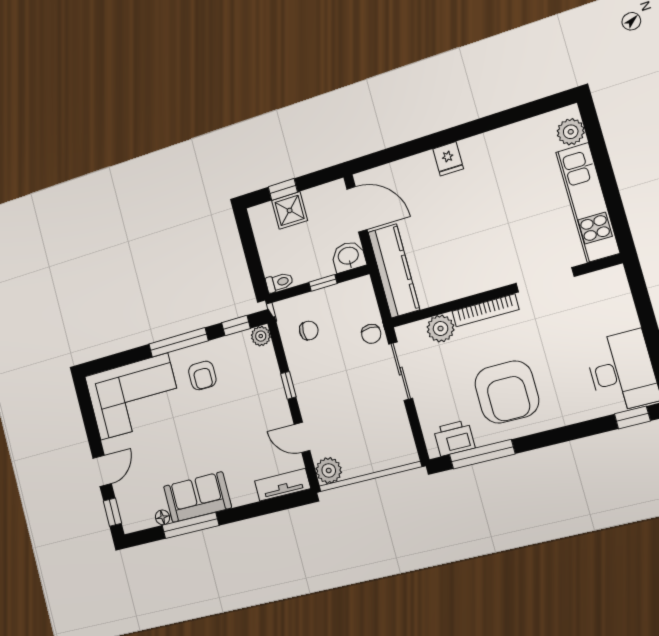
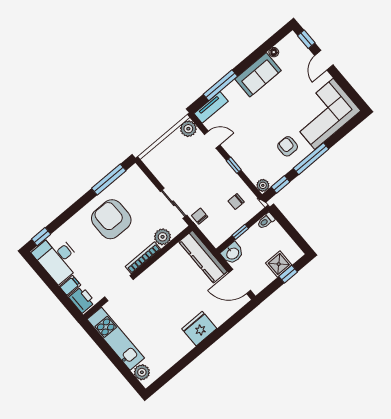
fridge: (448, 159) -> (199, 329), width x1.88, depth x1.34
filing cabinet: (622, 319) -> (70, 286), added
printer: (454, 438) -> (82, 300), moved, turned -90
window: (190, 525) -> (220, 85), moved

